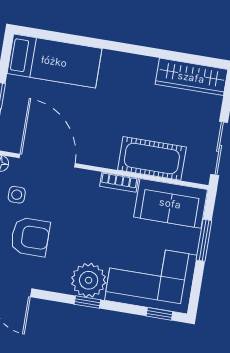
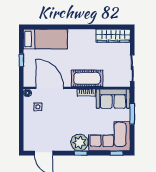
cot: (152, 158) -> (87, 78), moved
armchair: (30, 237) -> (48, 126), removed

